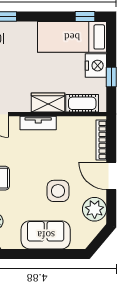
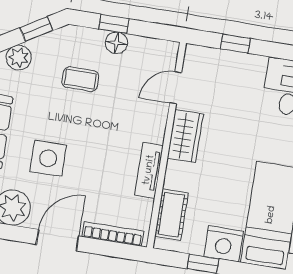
wardrobe: (48, 102) -> (185, 136), moved
tv unit: (38, 123) -> (149, 170), moved

